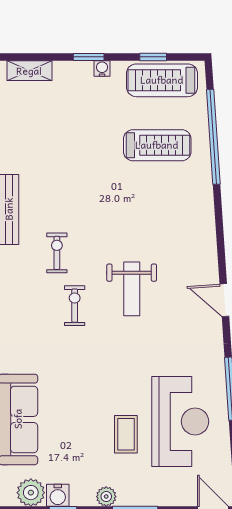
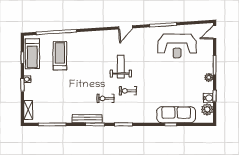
weight bench: (132, 289) -> (121, 67), turned -90
reception desk: (180, 421) -> (177, 46), turned 180
coffee table: (126, 434) -> (182, 69), removed

